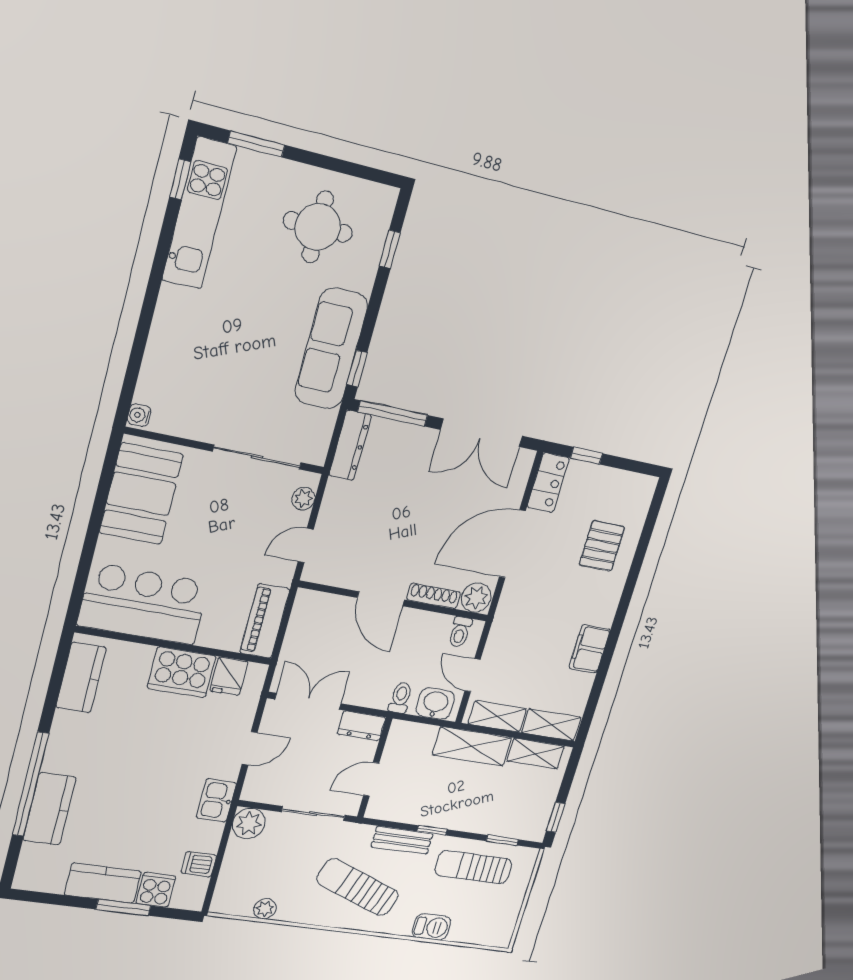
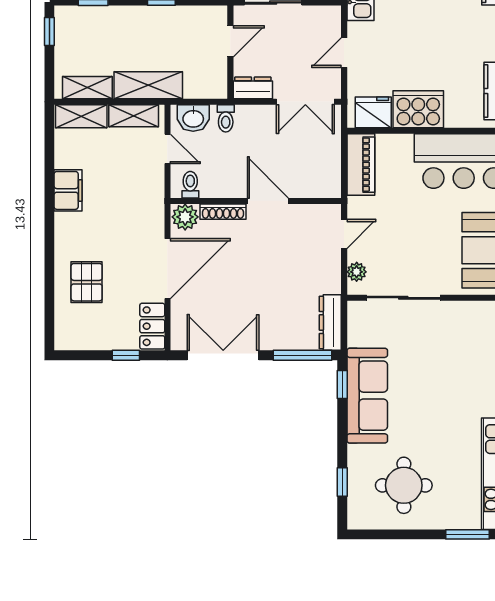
fridge: (229, 676) -> (373, 112), width x1.38

